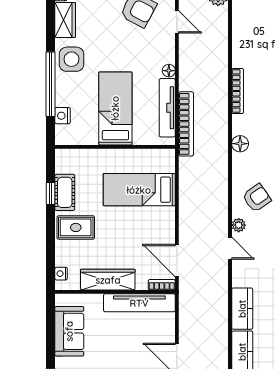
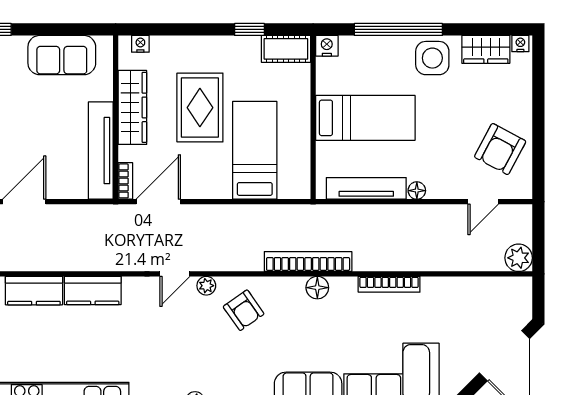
nightstand: (63, 116) -> (327, 46), moved
bookcase: (186, 124) -> (308, 262), moved, turned 180
cot: (65, 192) -> (286, 49), moved
rug: (76, 227) -> (200, 108), moved, width x1.36, depth x1.43

